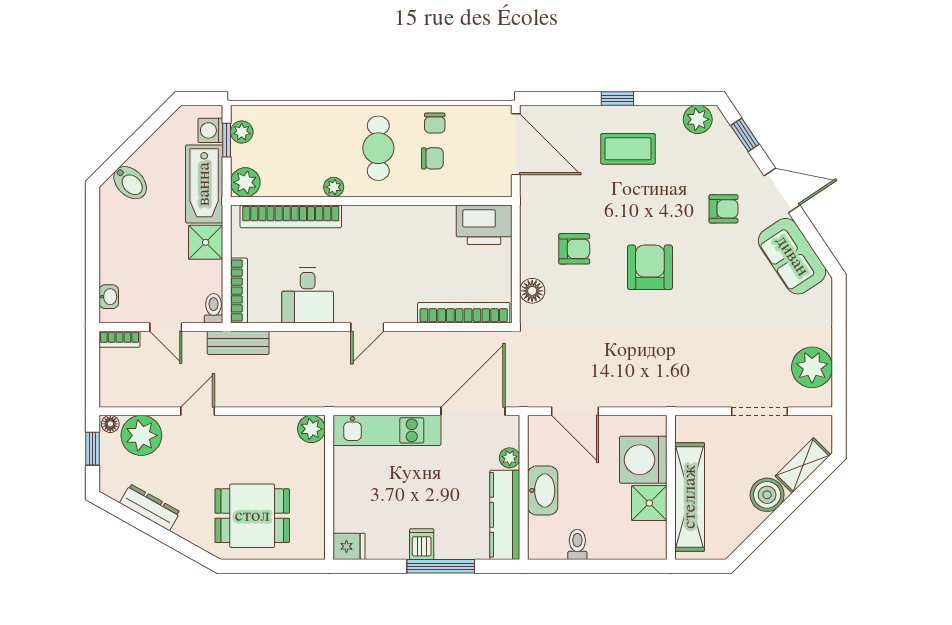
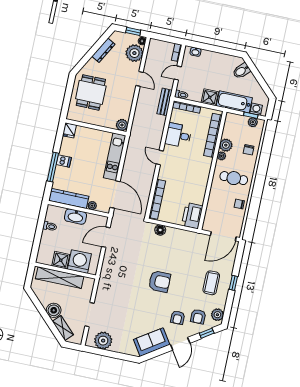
chair: (432, 158) -> (249, 150), moved
plant: (245, 182) -> (226, 145), moved
armchair: (574, 249) -> (198, 316), moved

